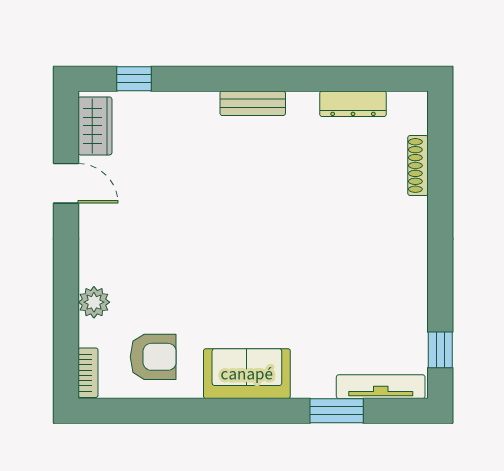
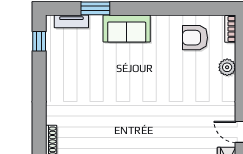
sofa: (247, 374) -> (127, 29), moved
tv unit: (381, 387) -> (71, 21), width x0.71

